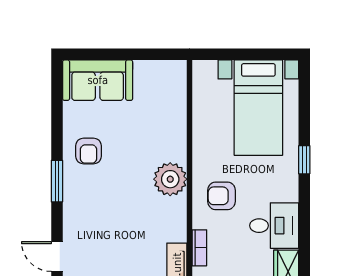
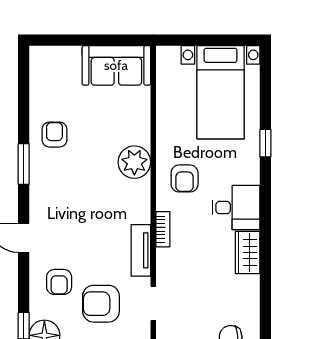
sofa: (98, 80) -> (116, 65), moved
armchair: (89, 151) -> (54, 135), turned 180
armchair: (222, 196) -> (185, 178), turned -90

